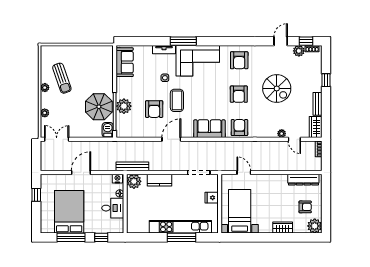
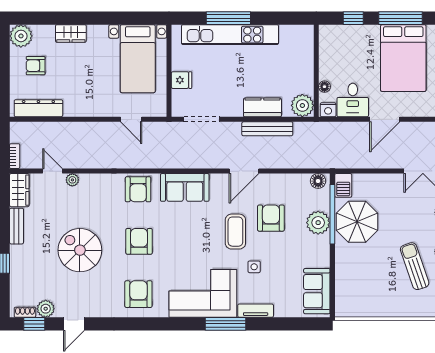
floor lamp: (124, 133) -> (318, 181), added
bench: (132, 166) -> (267, 129), moved
desk: (113, 208) -> (353, 100), moved, turned -90

